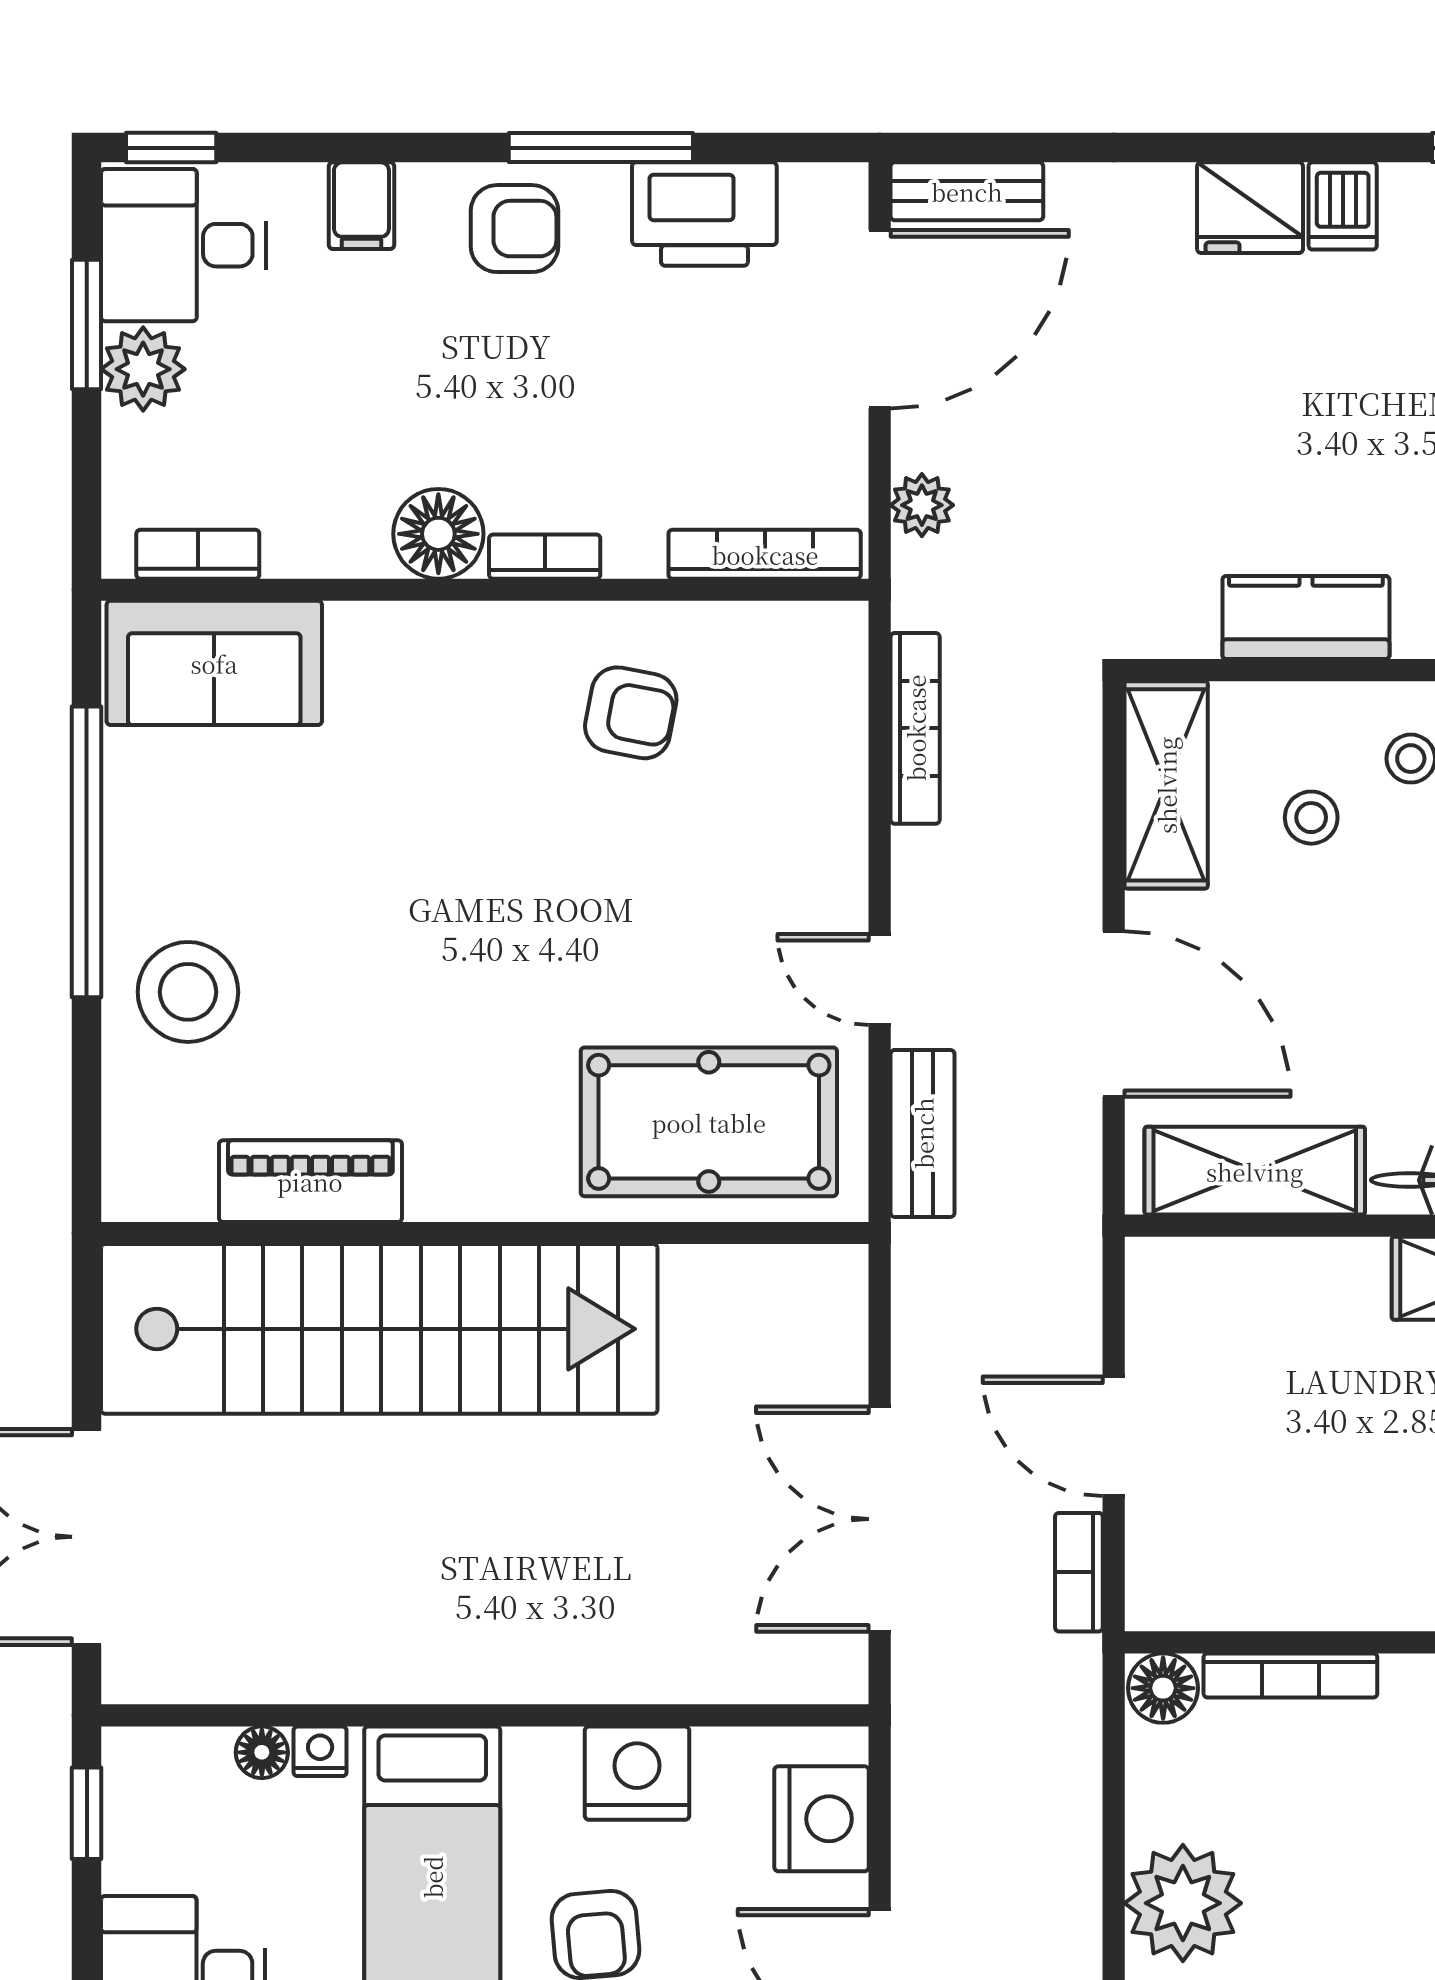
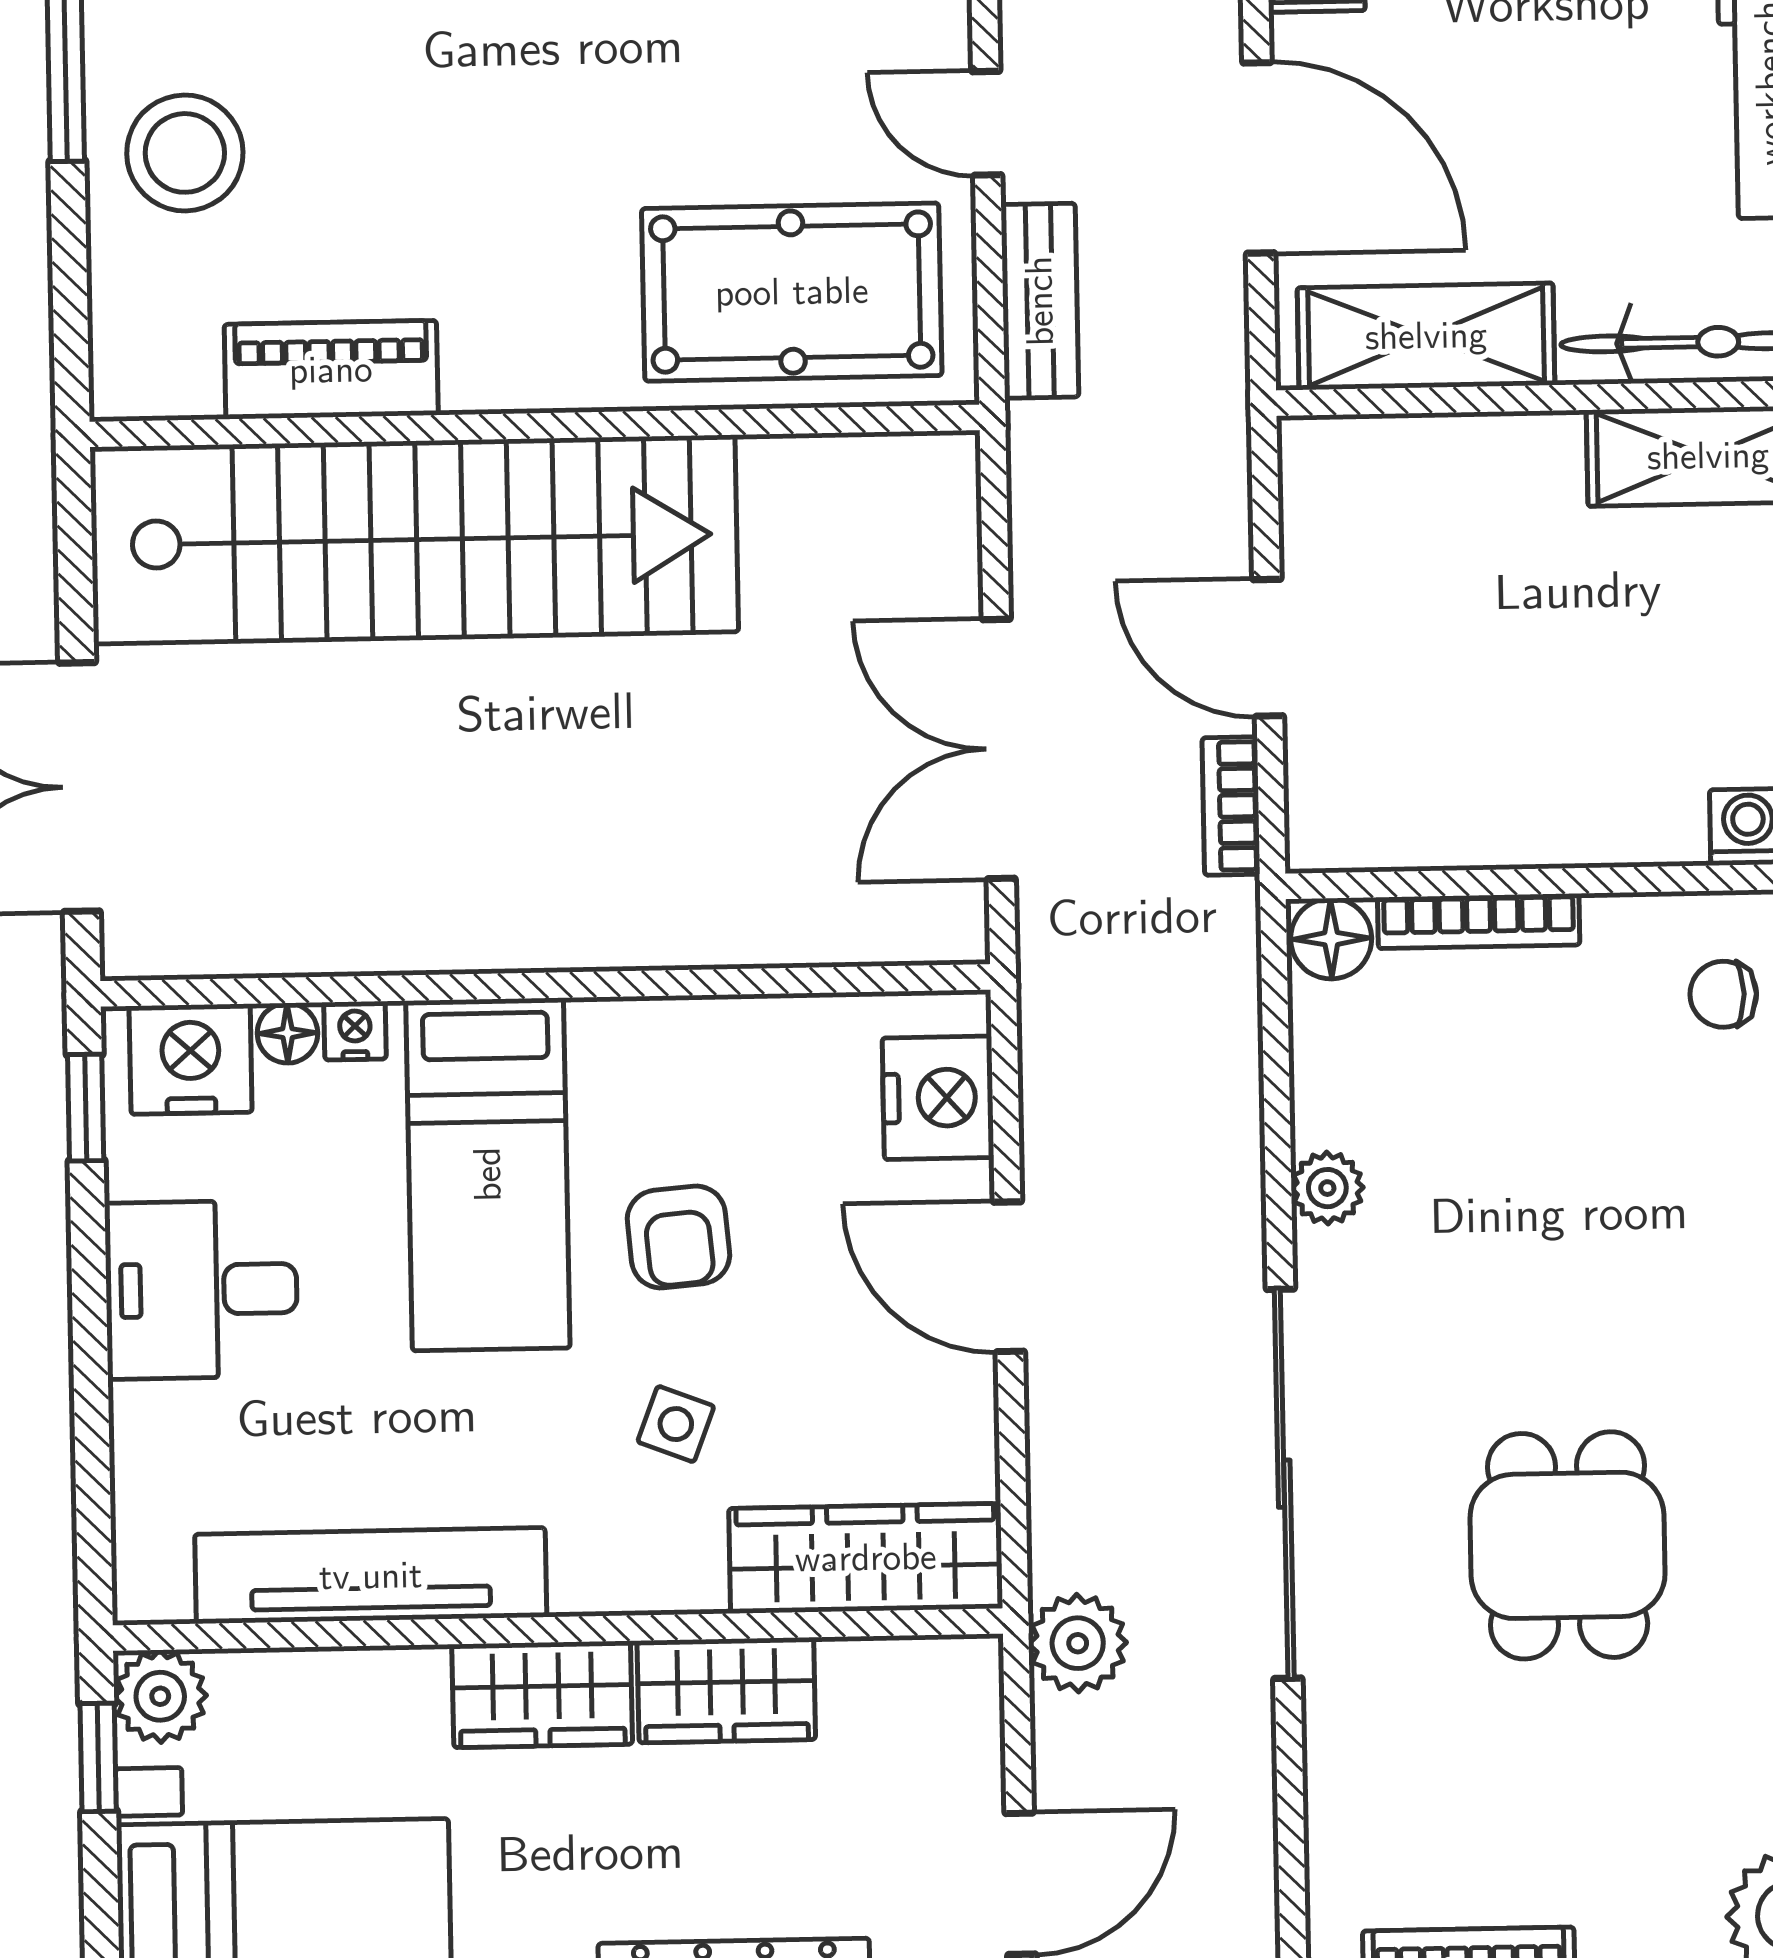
nightstand: (637, 1773) -> (191, 1059), moved
plant: (1183, 1903) -> (1327, 1188), width x0.53, depth x0.53

